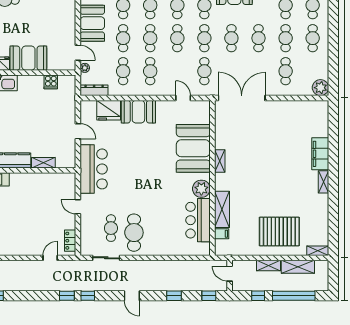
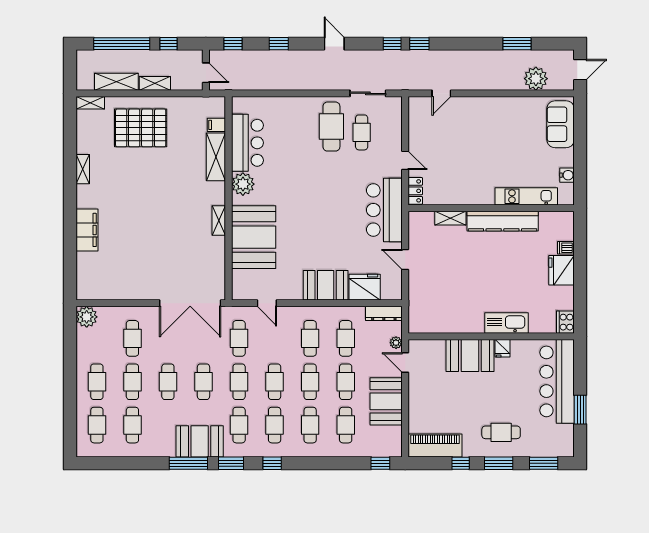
cooker: (51, 82) -> (441, 324), removed
shelving: (324, 182) -> (83, 169), moved
locker: (70, 241) -> (415, 191), moved

